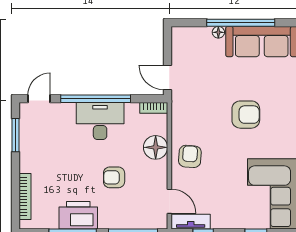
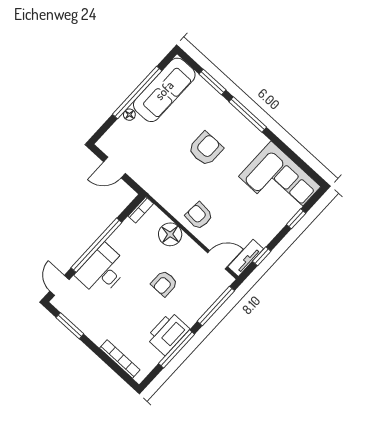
door: (168, 77) -> (115, 168), moved
desk: (100, 121) -> (102, 271), moved

